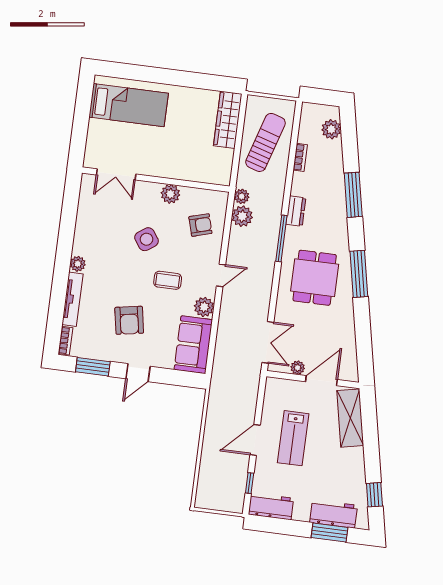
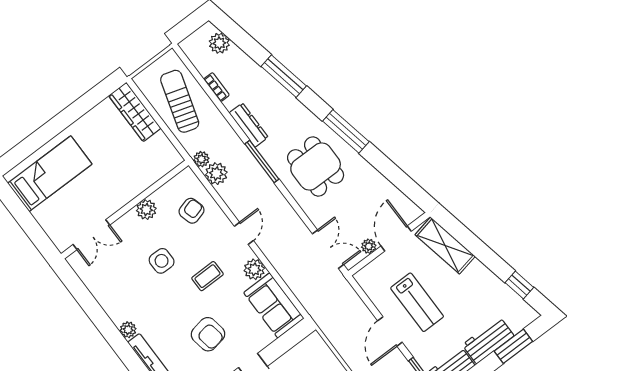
dresser: (296, 211) -> (249, 125), width x1.44
side table: (146, 239) -> (162, 261), turned 35
workbench: (334, 514) -> (488, 340), moved

